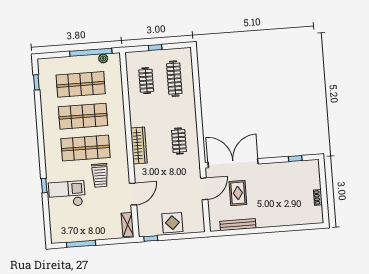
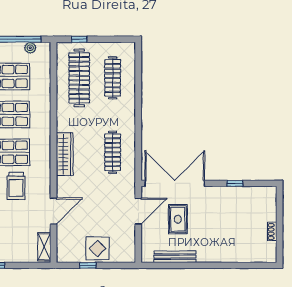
window: (155, 47) -> (79, 39), moved
clothes rail: (146, 81) -> (79, 78), width x1.86, depth x1.31
clothes rail: (179, 141) -> (113, 152), width x1.36
window: (295, 159) -> (235, 183), moved
window: (151, 239) -> (88, 265), moved

